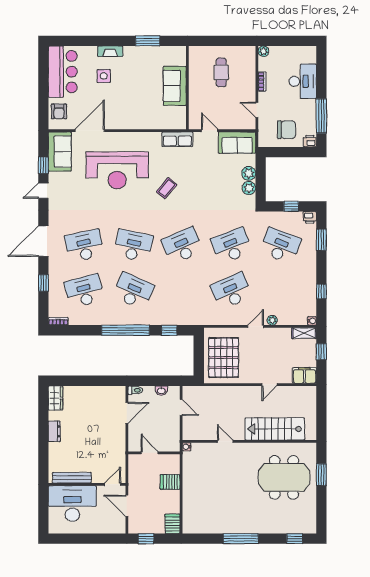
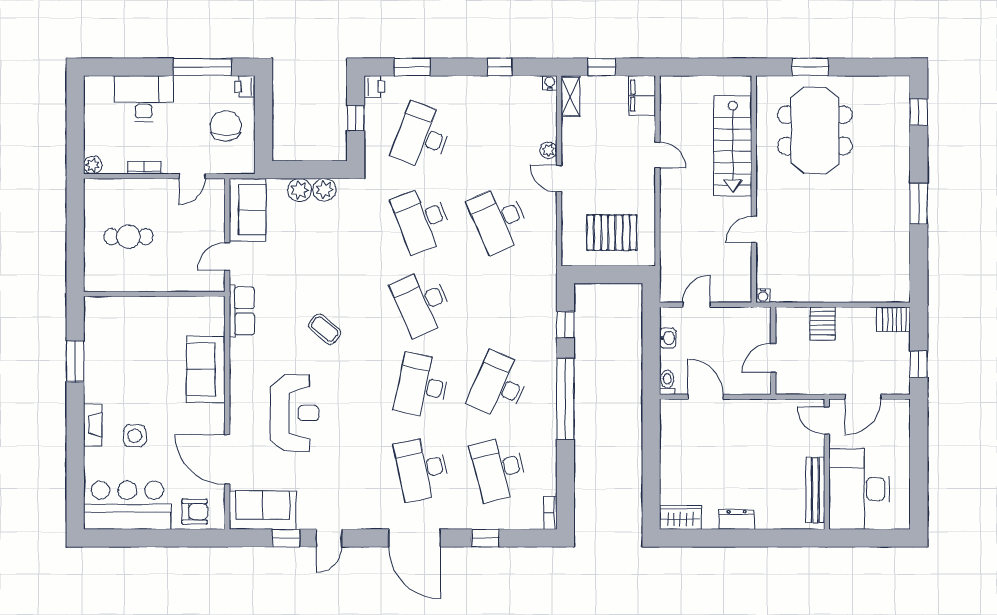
sofa: (175, 86) -> (206, 369), moved, turned 90
reception desk: (117, 170) -> (295, 413), width x0.74, depth x0.77
door: (43, 191) -> (329, 538), hinge flipped
pallet: (224, 358) -> (612, 233), width x0.73, depth x0.71
window: (241, 539) -> (919, 204), width x0.69

